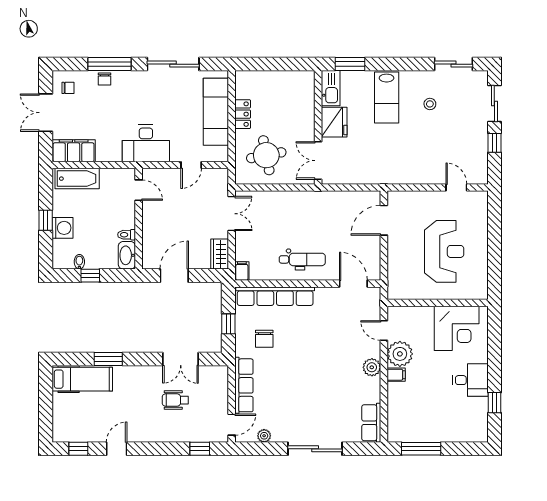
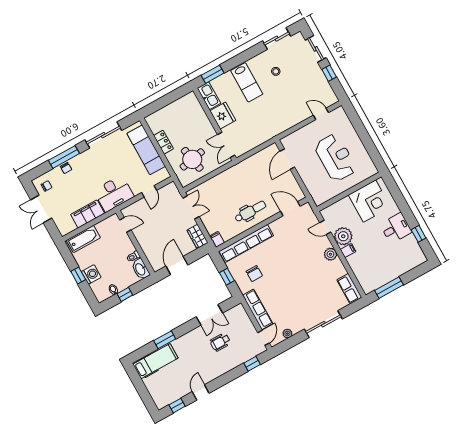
filing cabinet: (74, 151) -> (88, 214), moved

